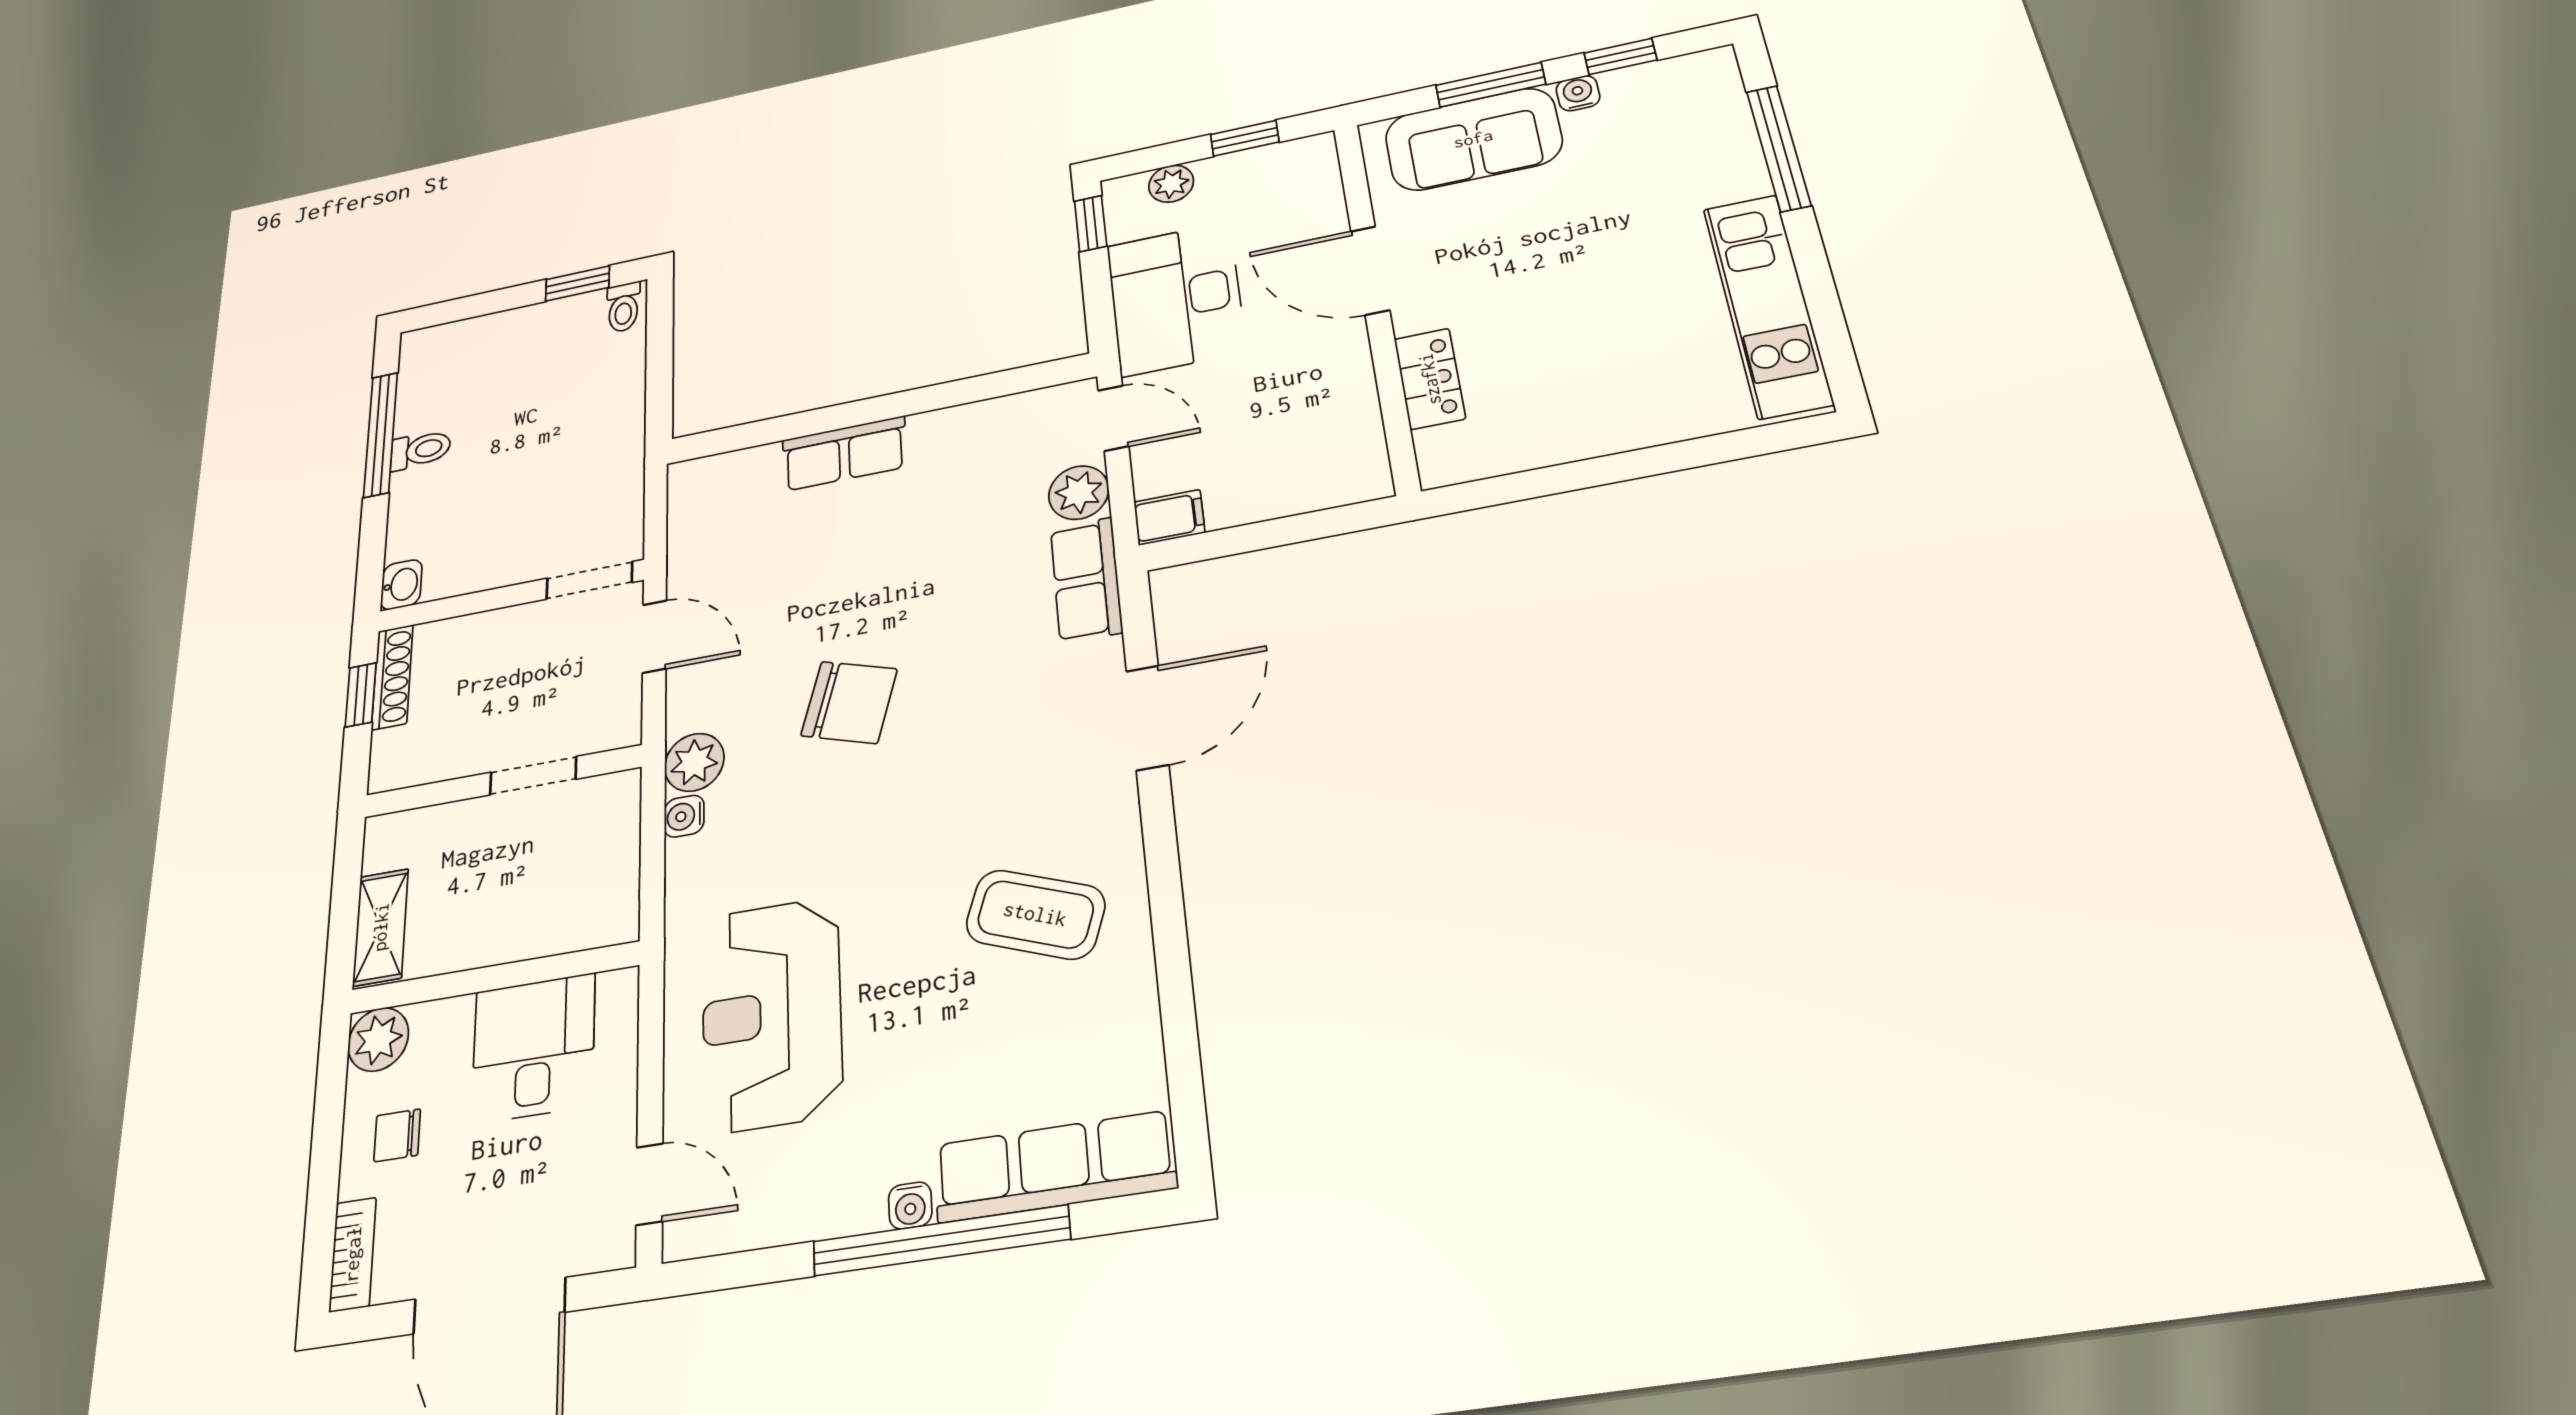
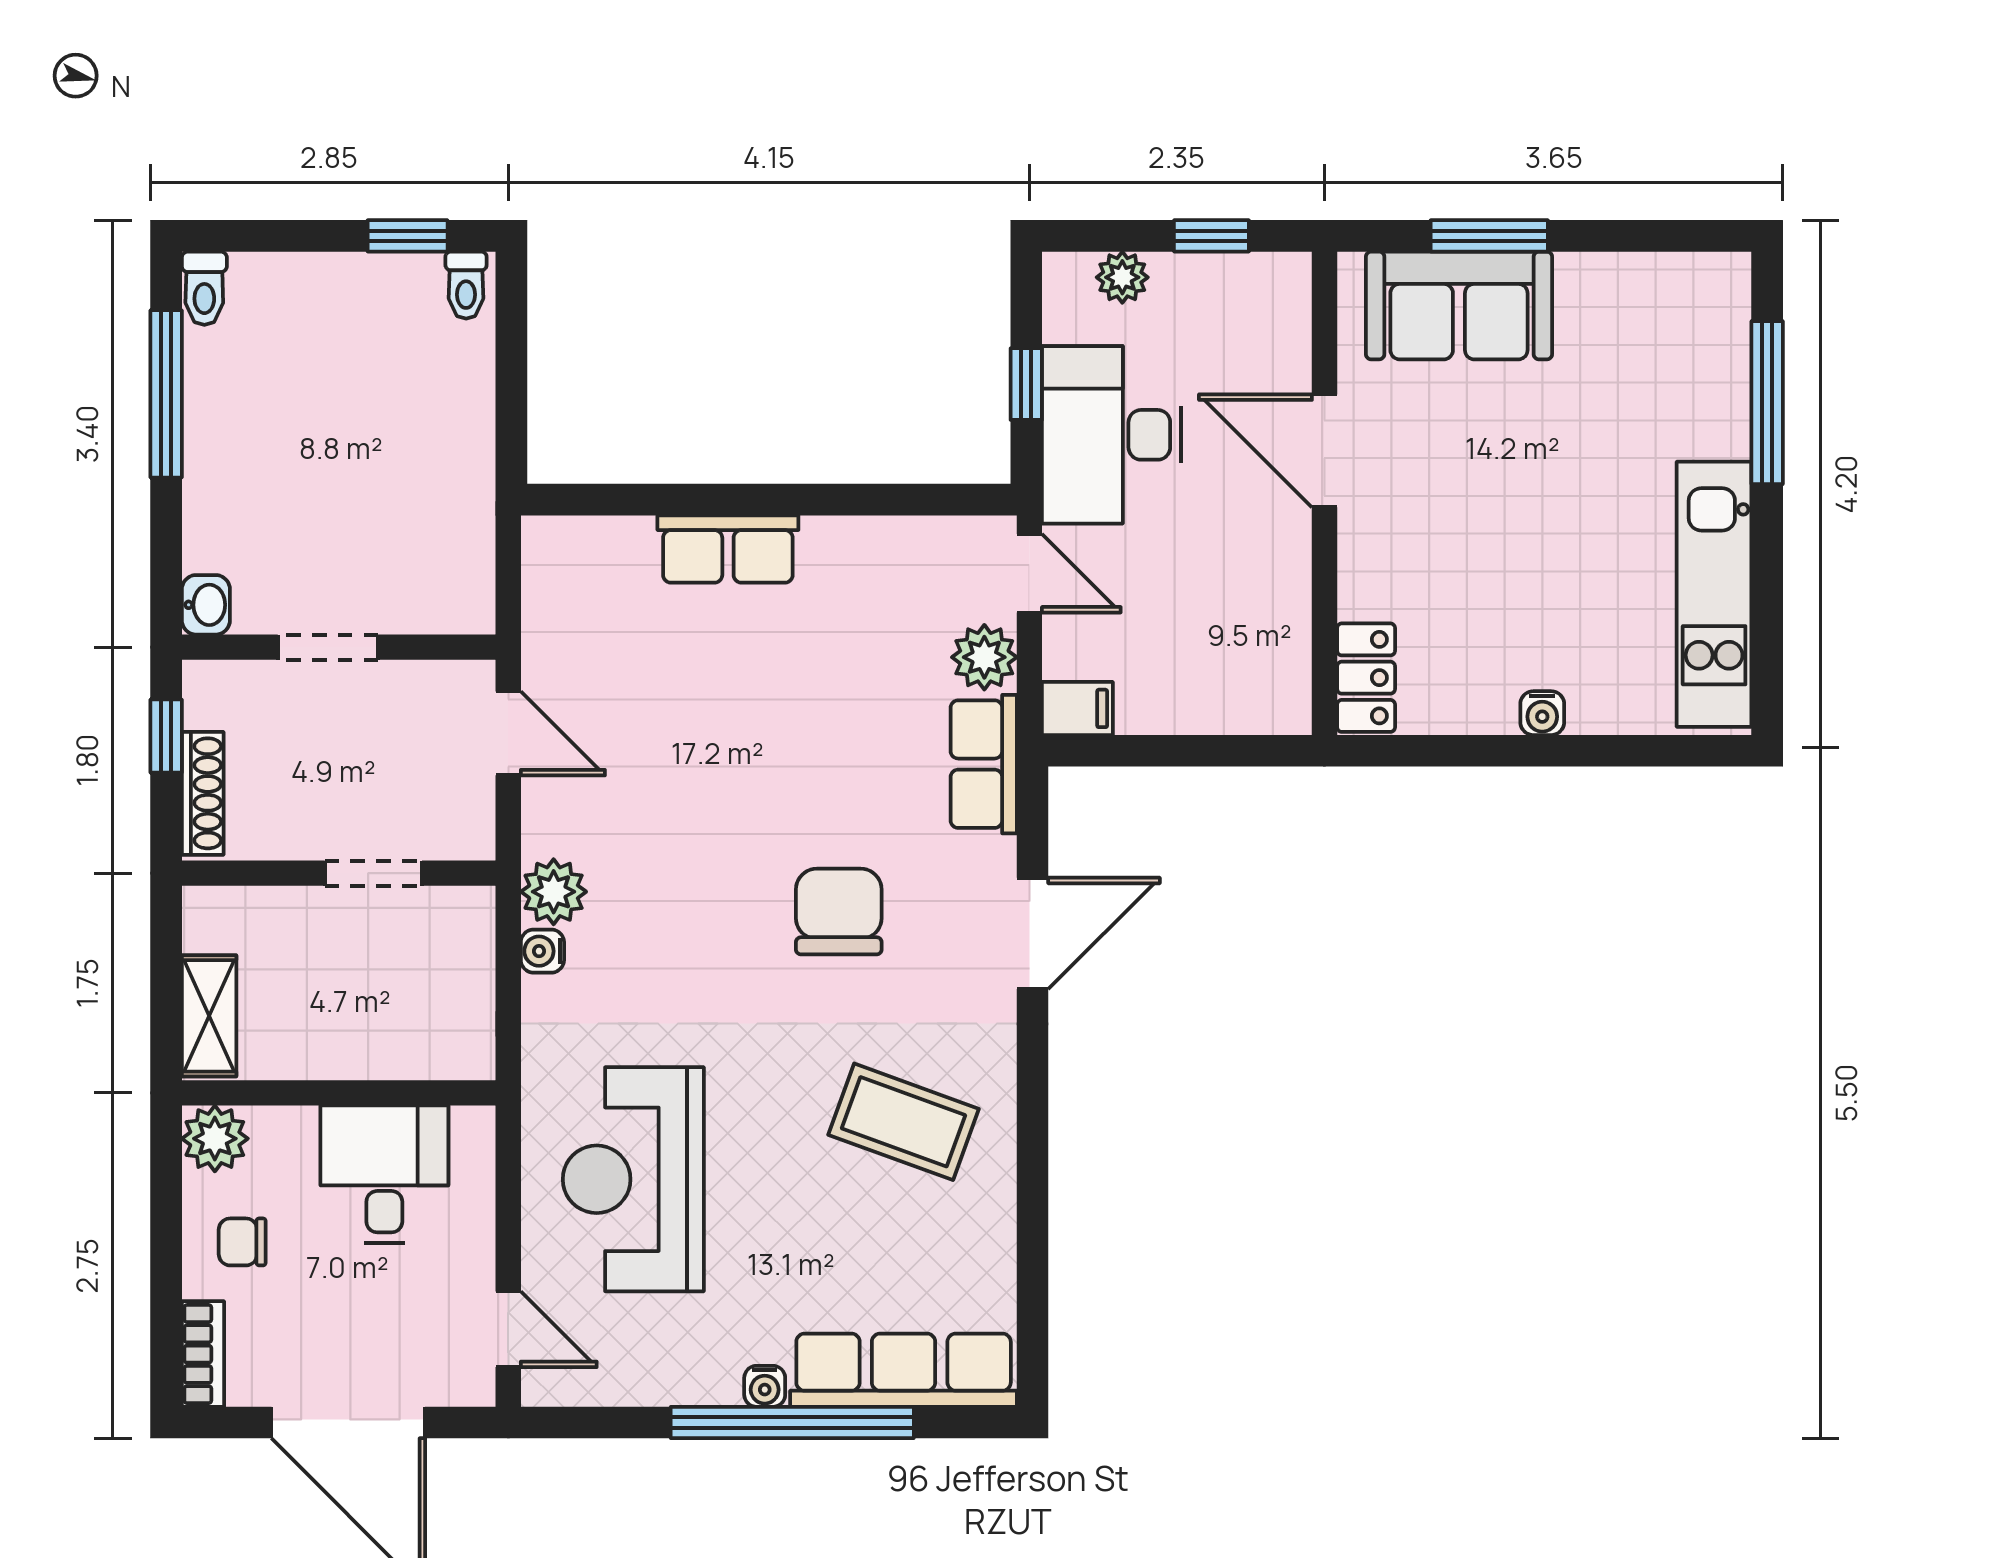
window: (1620, 57) -> (1632, 236), removed
water cooler: (1578, 93) -> (1542, 713), moved, turned 180
window: (1091, 224) -> (1026, 384), moved
locker: (1430, 379) -> (1366, 678), moved
toilet: (421, 450) -> (204, 288), moved, turned 90
doorway: (589, 580) -> (328, 647), moved
shoe rack: (392, 677) -> (203, 793), moved
chair: (849, 702) -> (839, 912), moved, turned -107

